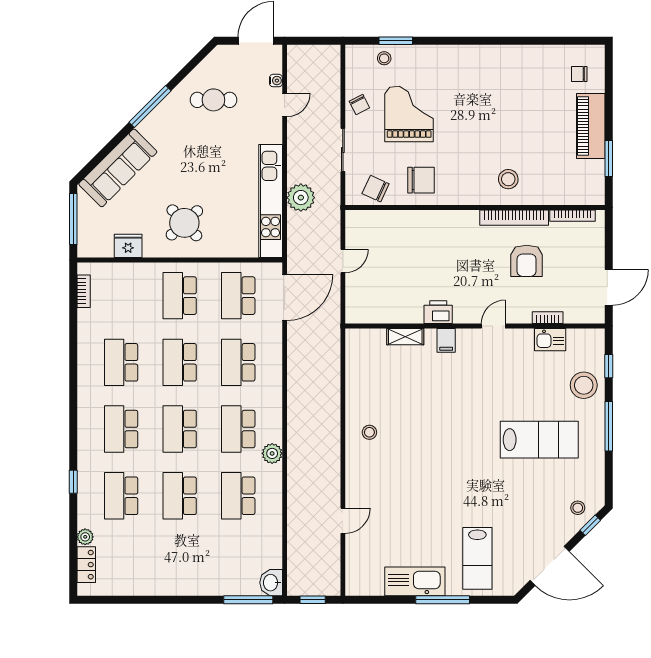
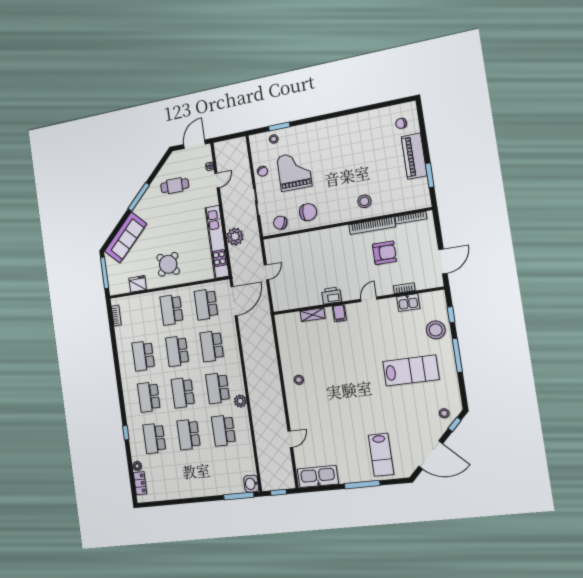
armchair: (527, 261) -> (384, 253), turned -90
kitchen sink: (415, 581) -> (318, 476), moved

